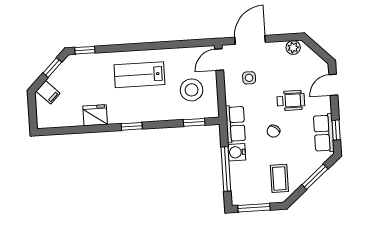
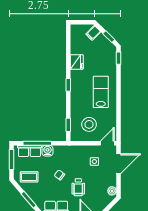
door: (250, 40) -> (119, 164), hinge flipped
door: (219, 60) -> (107, 143), hinge flipped
row of seats: (235, 124) -> (29, 151), moved

